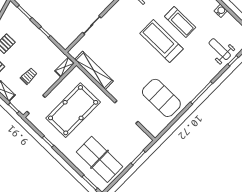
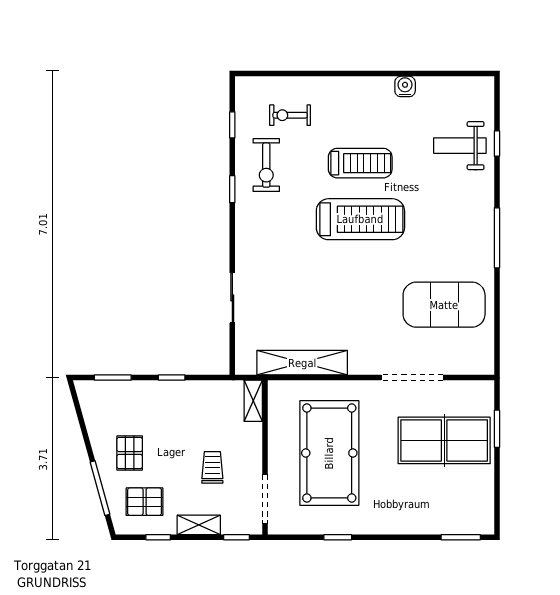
treadmill: (161, 41) -> (360, 219), turned 180
table tennis table: (99, 159) -> (444, 440), moved

